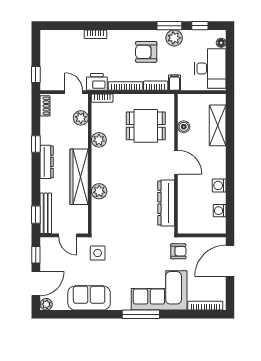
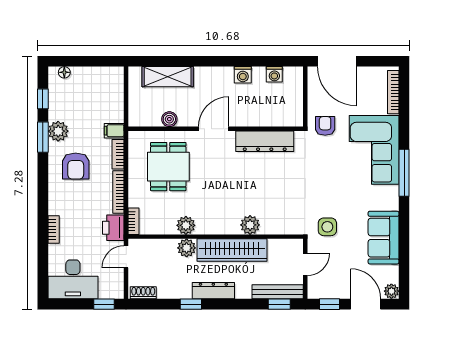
desk: (210, 68) -> (73, 279), moved, turned 180
plant: (81, 118) -> (187, 248), moved

